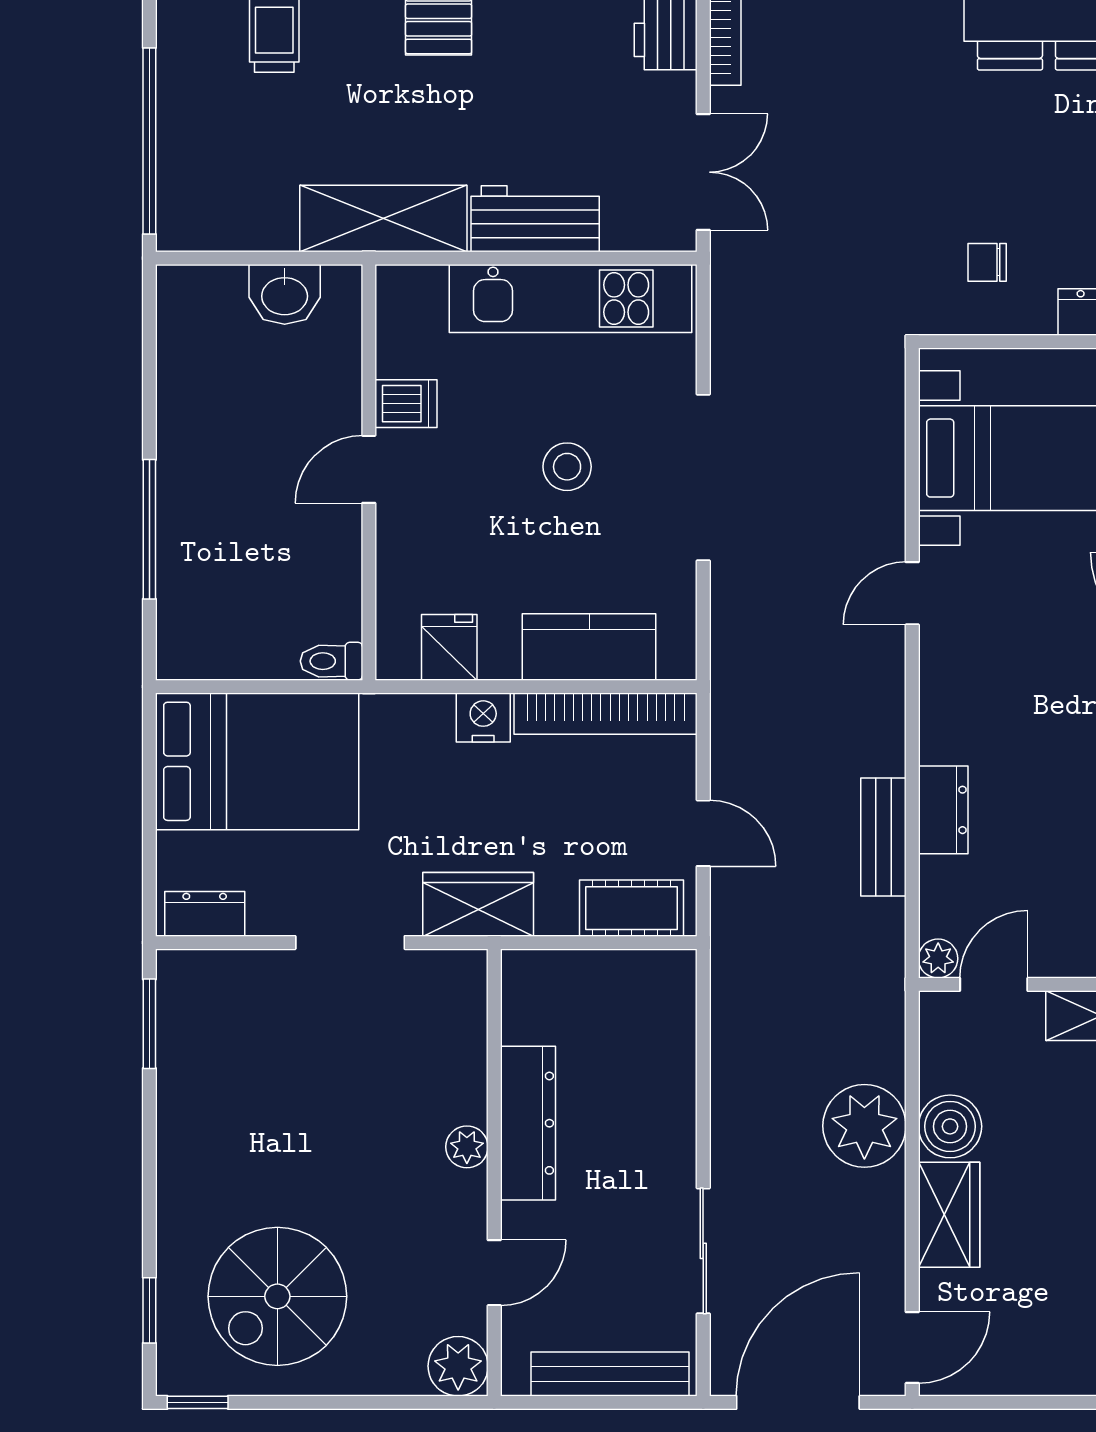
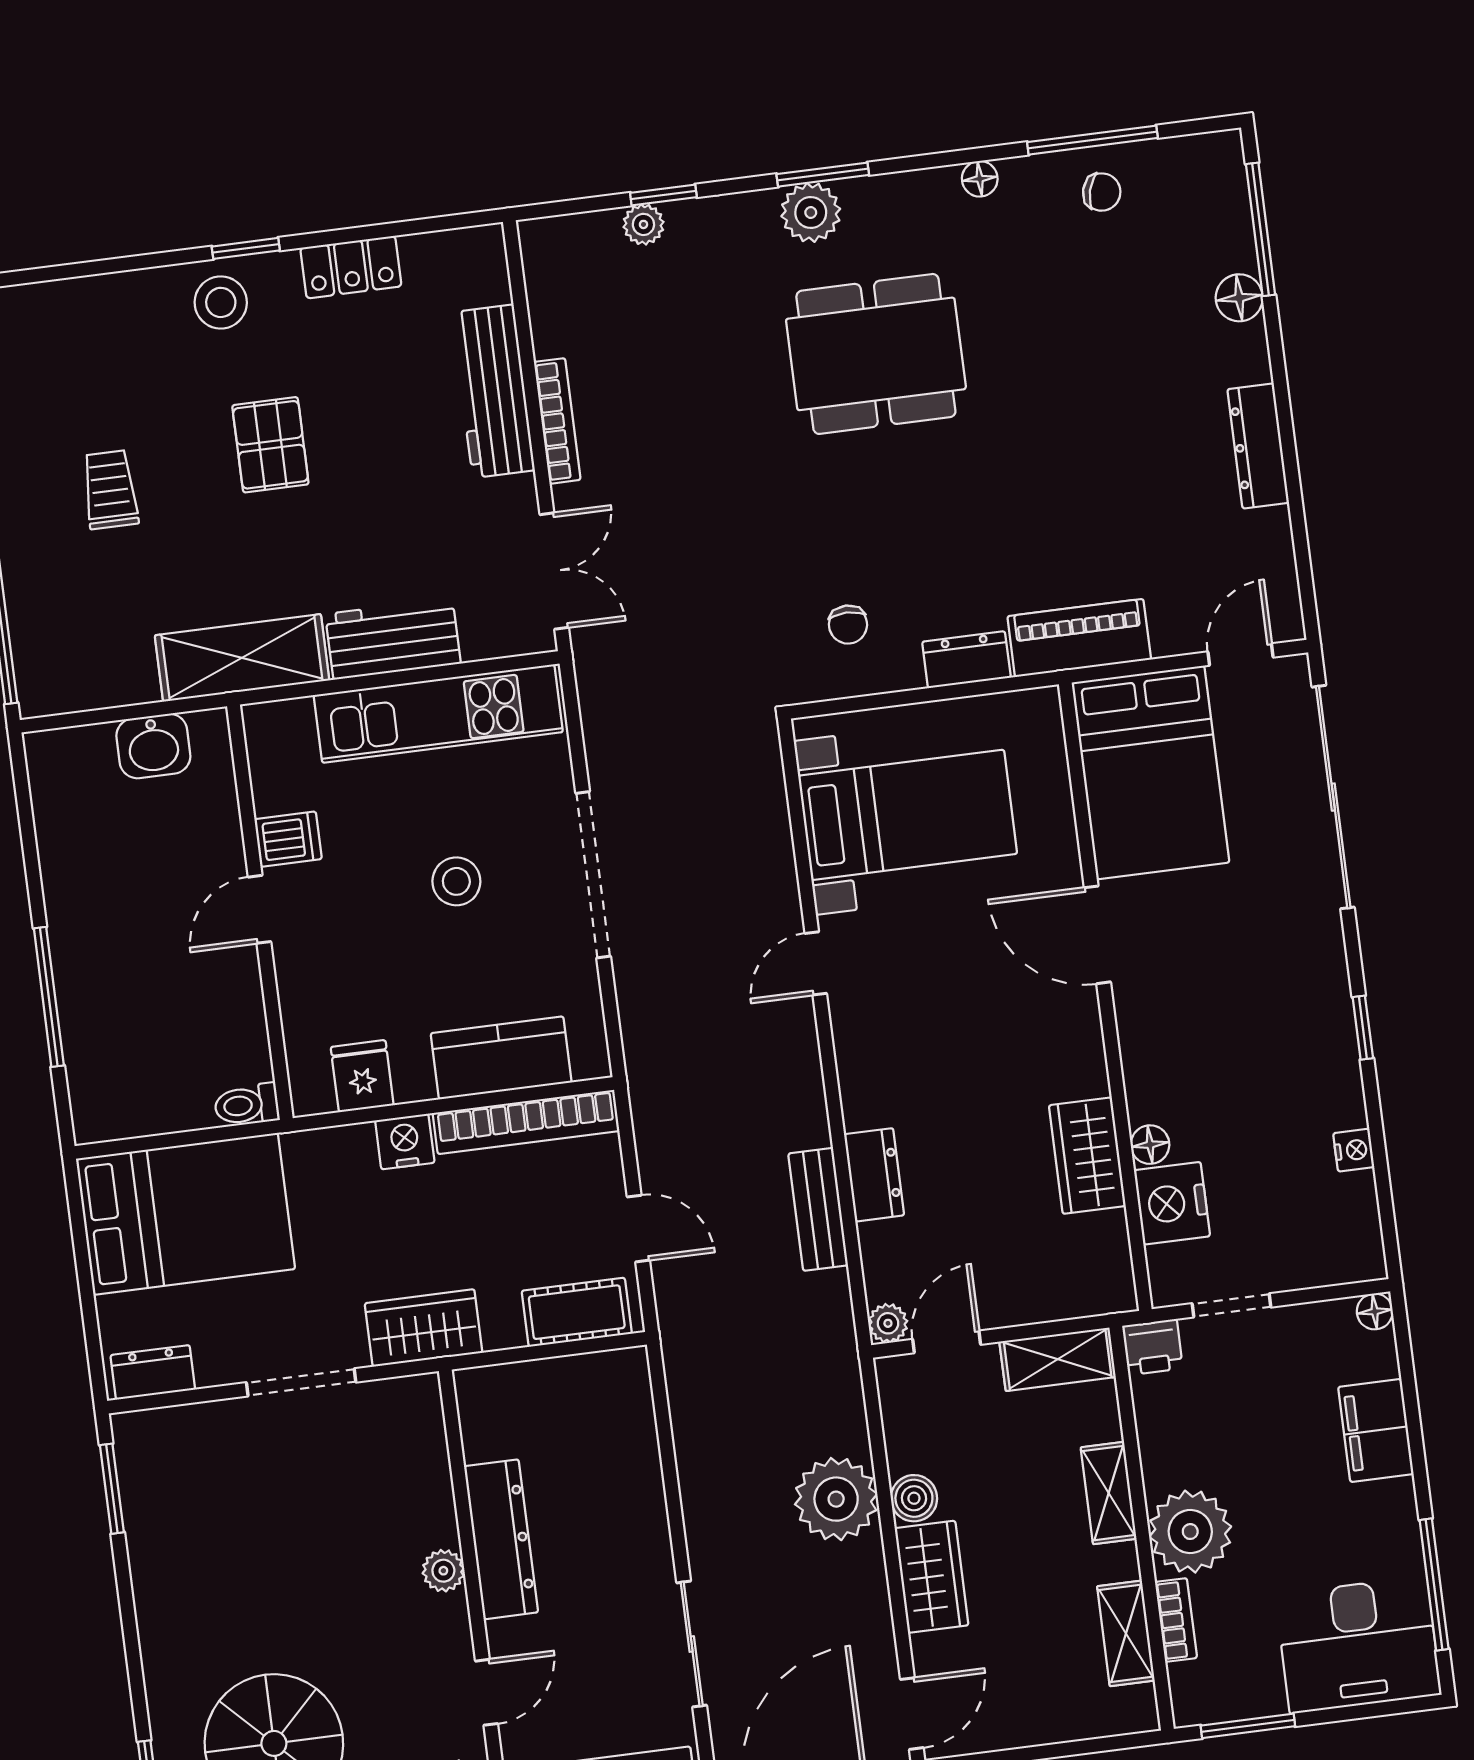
chair: (987, 262) -> (848, 625), turned -90
boiler: (950, 1126) -> (914, 1498), width x0.73, depth x0.73

